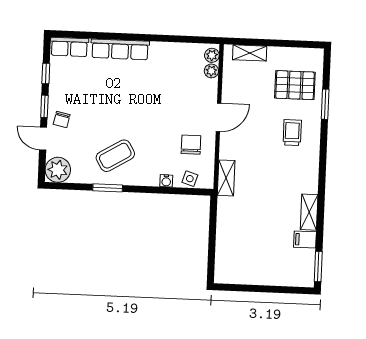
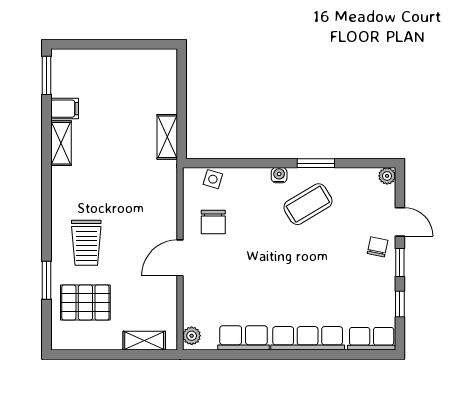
row of seats: (171, 52) -> (244, 338), added
plant: (211, 71) -> (191, 316), removed
trolley: (292, 133) -> (86, 243), width x1.36, depth x1.39
plant: (58, 170) -> (387, 176), width x0.53, depth x0.53
shelving: (226, 178) -> (167, 137), moved
water cooler: (166, 181) -> (279, 175), moved

